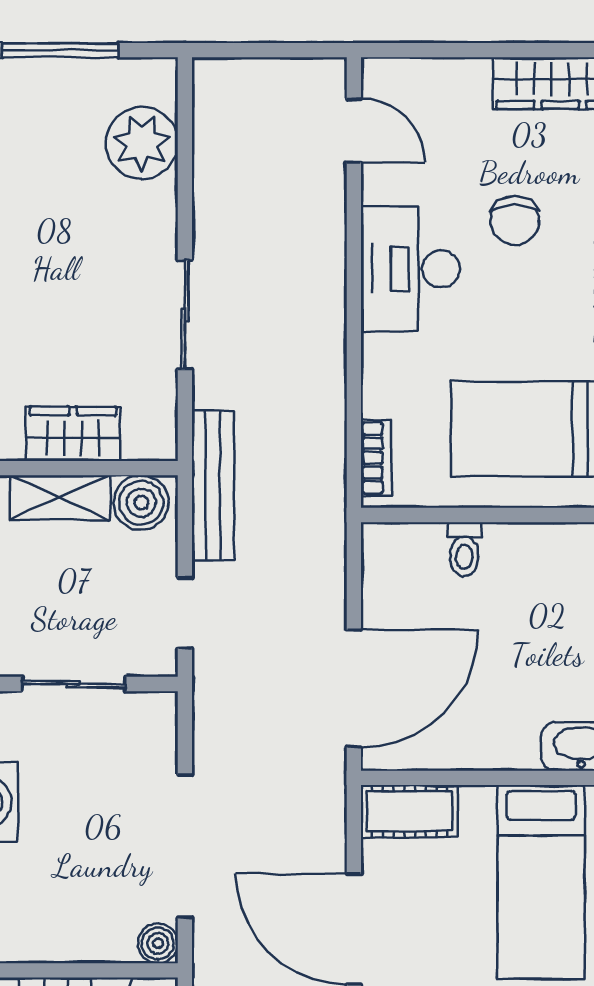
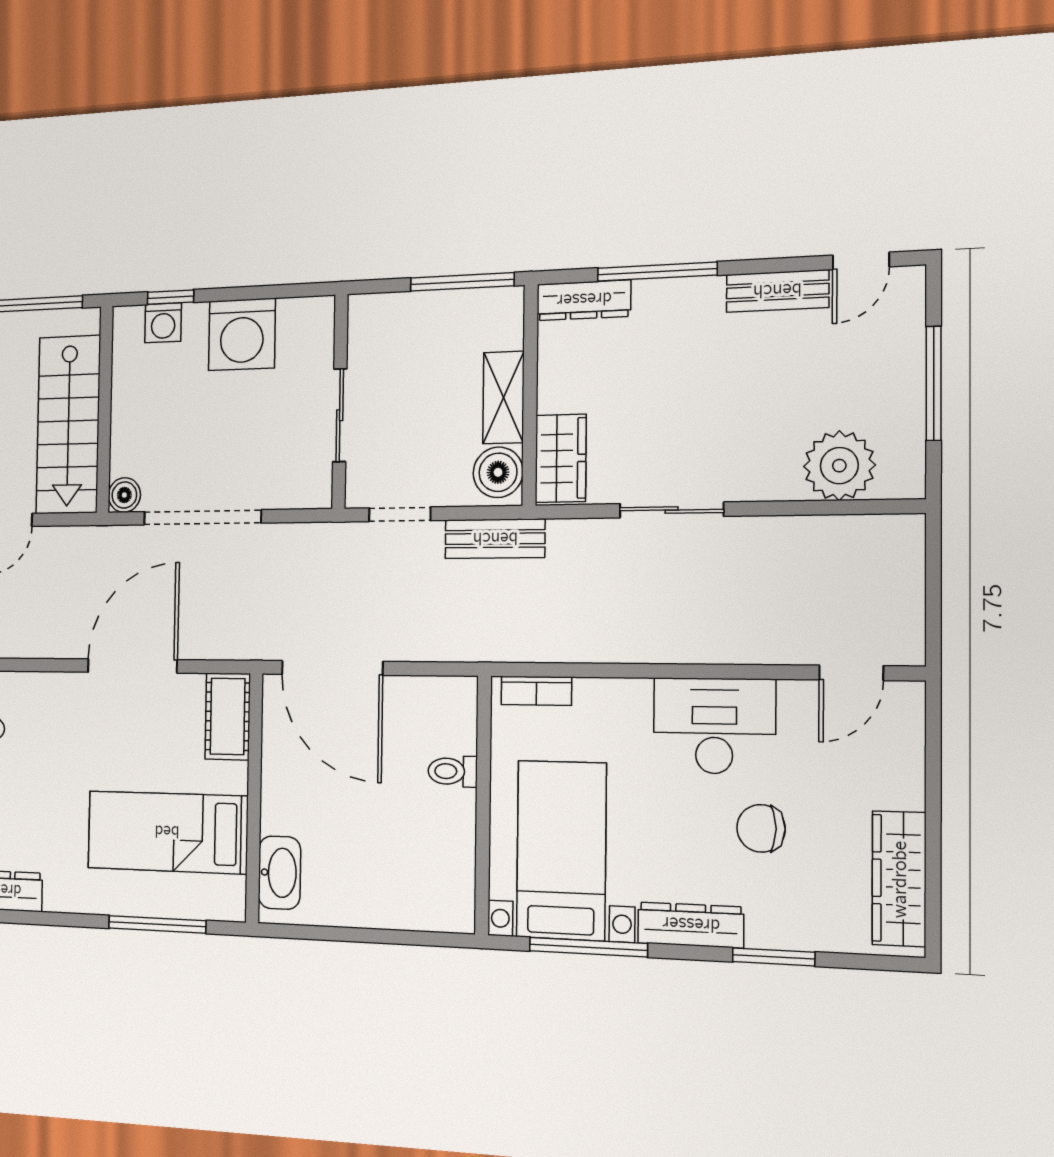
wardrobe: (73, 434) -> (561, 458), moved
bench: (213, 485) -> (495, 539), width x0.73

